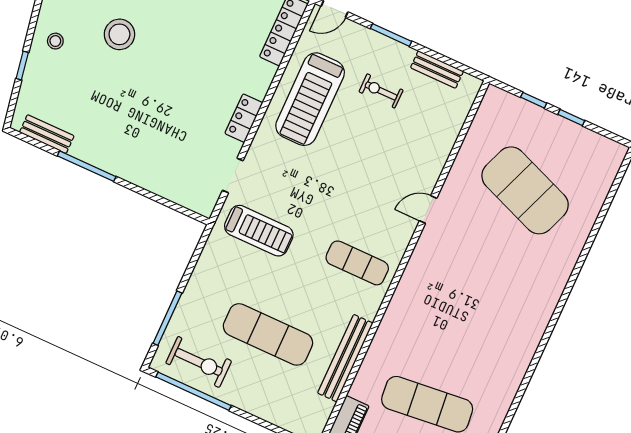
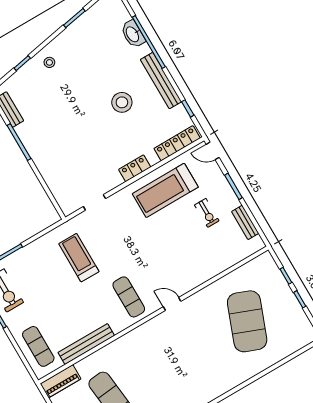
stool: (119, 34) -> (122, 102), moved
exercise bike: (381, 91) -> (207, 213), turned 180
locker: (244, 118) -> (135, 168), moved
door: (428, 210) -> (172, 304), moved
treadmill: (259, 231) -> (79, 258), moved, turned 180
exercise mat: (268, 334) -> (38, 346), moved, width x0.73, depth x0.69

